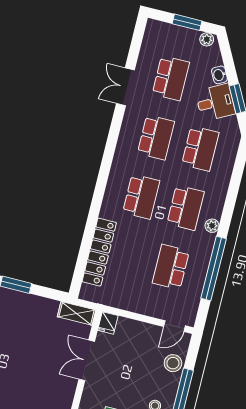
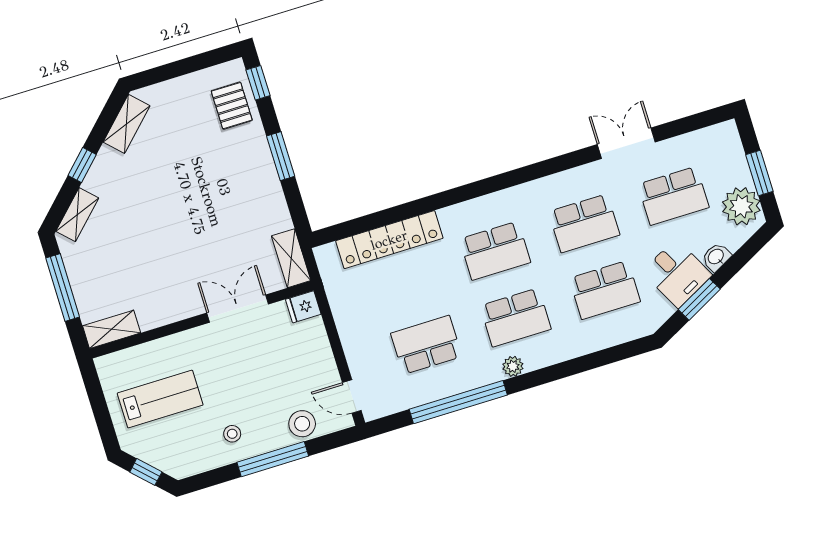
plant: (207, 39) -> (741, 206), width x1.88, depth x1.88

